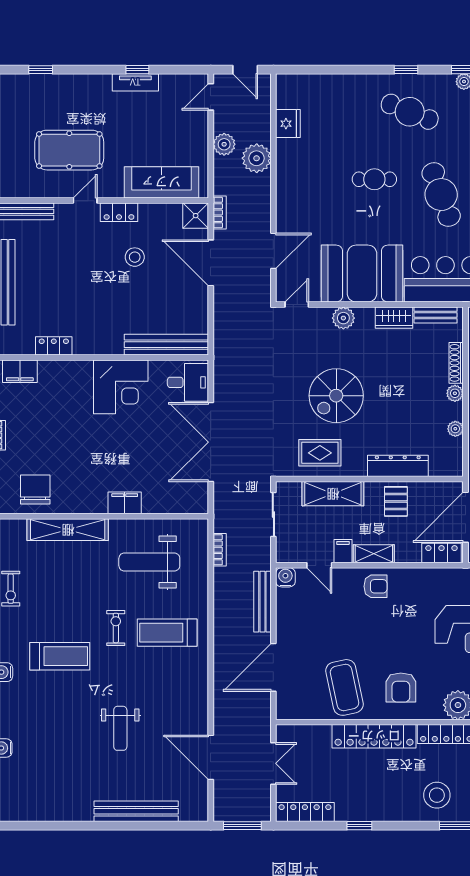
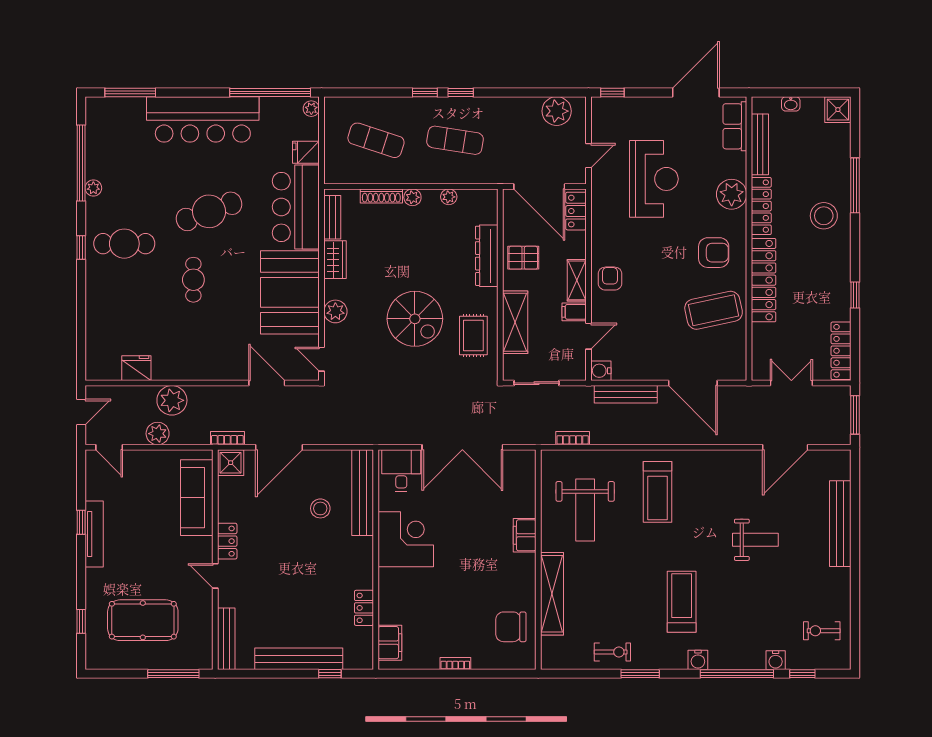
tv unit: (135, 82) -> (94, 534), width x1.41
cafe table: (410, 112) -> (124, 244), turned 68
pool table: (69, 150) -> (143, 620), moved, turned 90
stool: (135, 257) -> (320, 508), moved
exercise bike: (116, 628) -> (822, 631), moved

